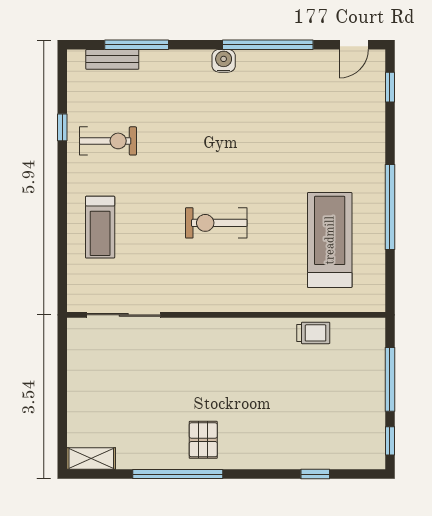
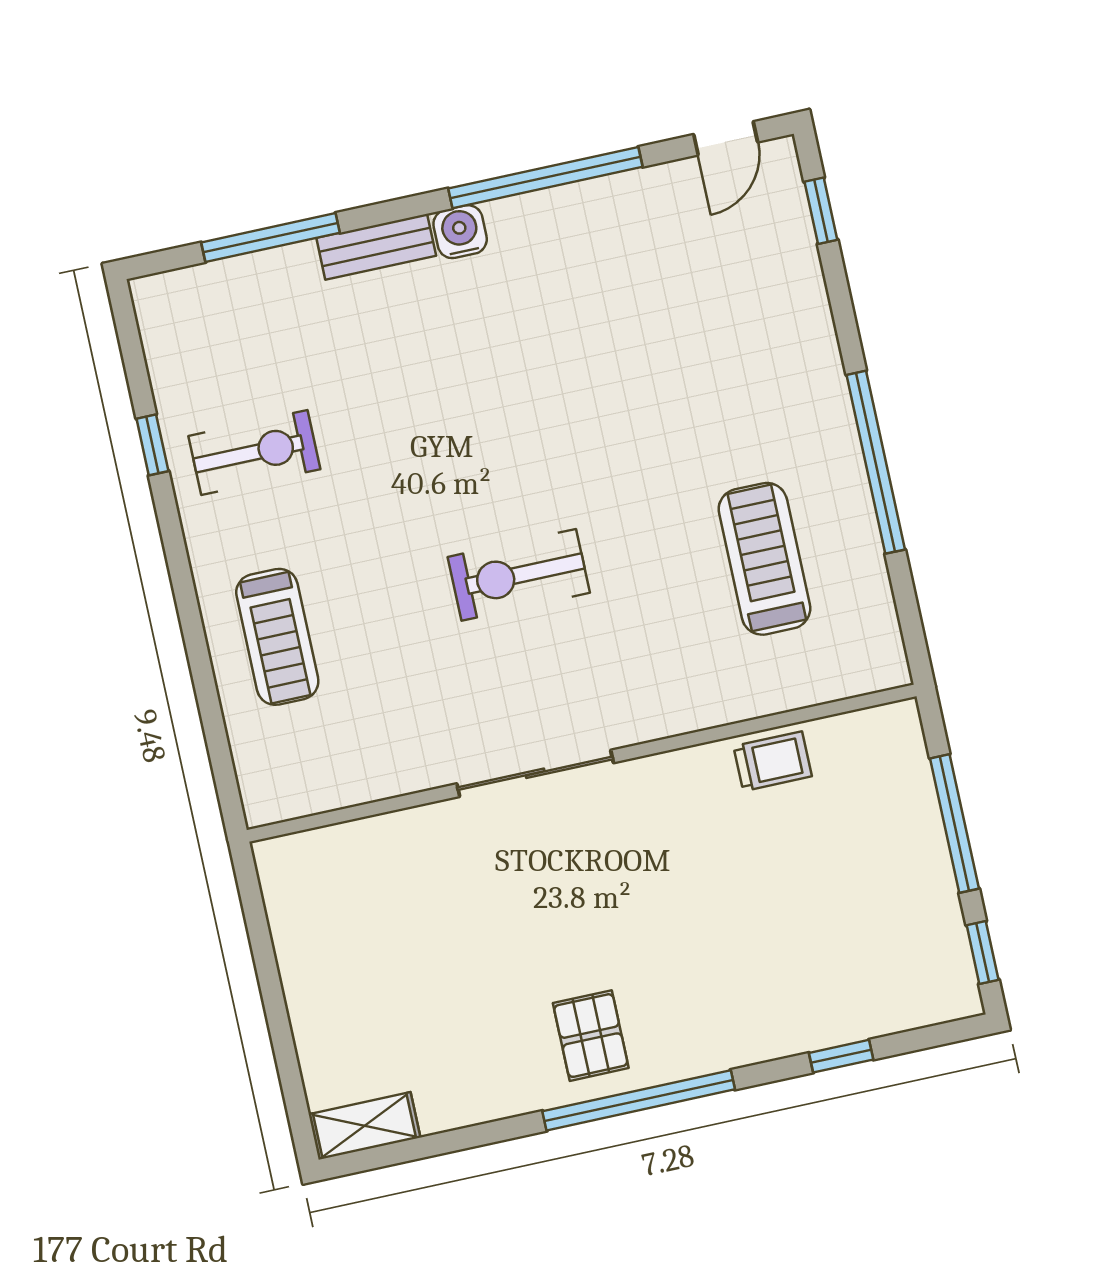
bench: (112, 59) -> (376, 247), moved
treadmill: (330, 240) -> (764, 559), width x0.73, depth x0.73
sliding door: (124, 315) -> (535, 773), moved
window: (178, 474) -> (639, 1100), moved

